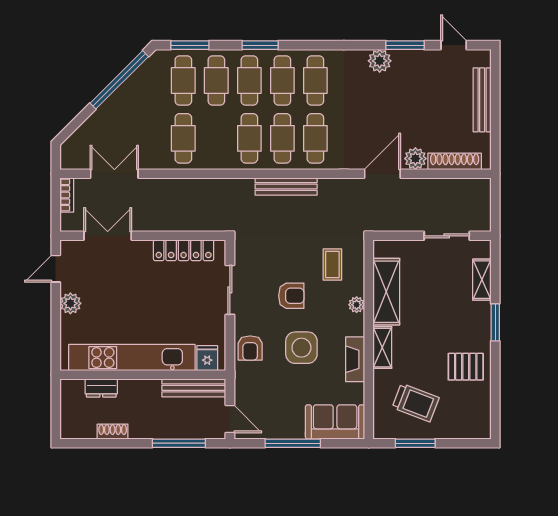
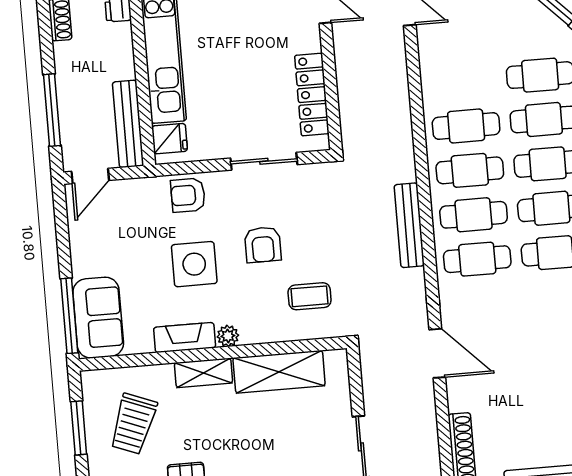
cafe table: (183, 138) -> (466, 126), moved
plant: (415, 159) -> (461, 396), removed
plant: (357, 305) -> (228, 336), moved
window: (293, 443) -> (69, 316), moved

